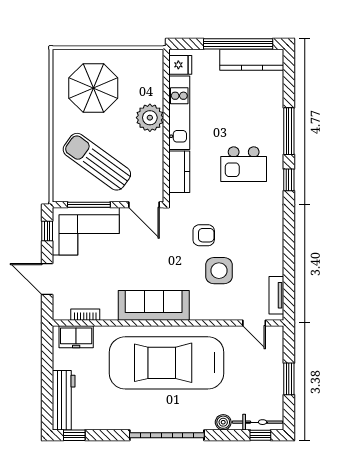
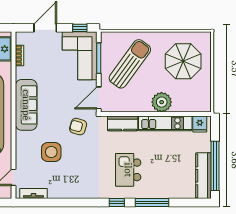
armchair: (204, 235) -> (78, 127), moved, turned 106

